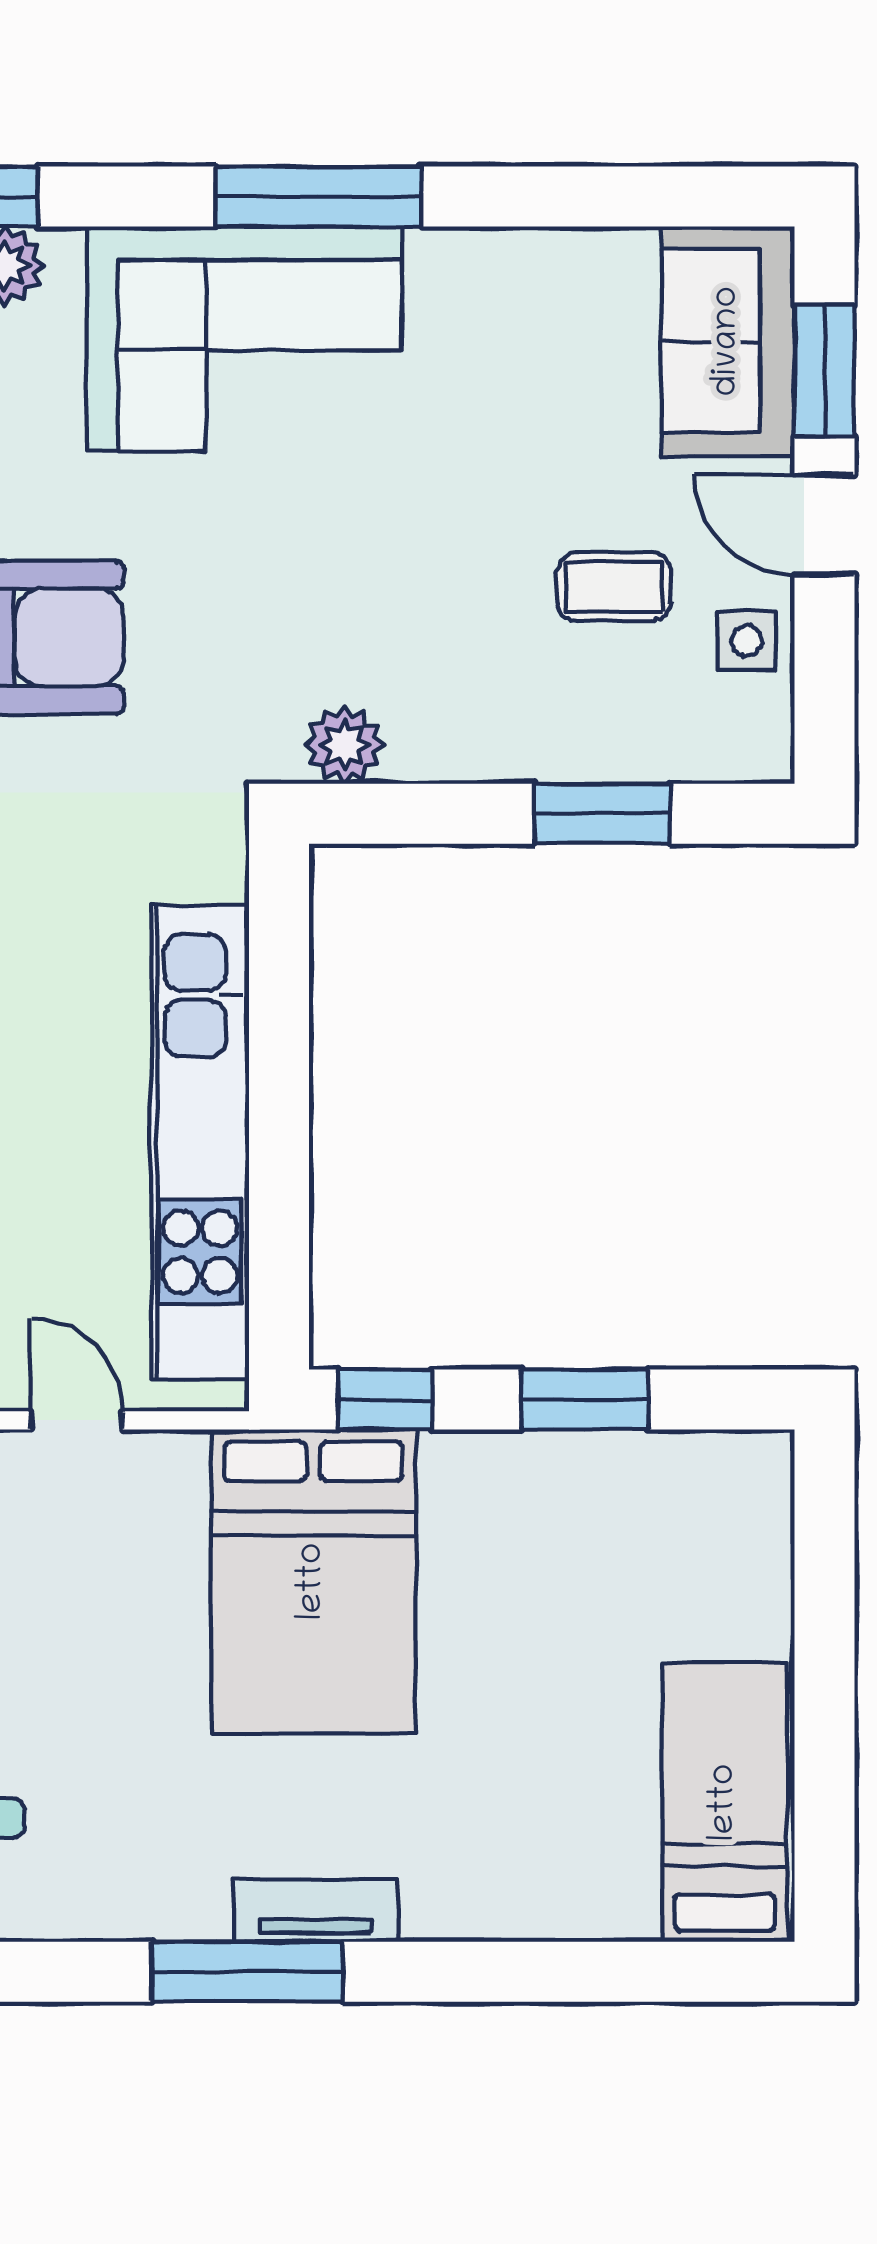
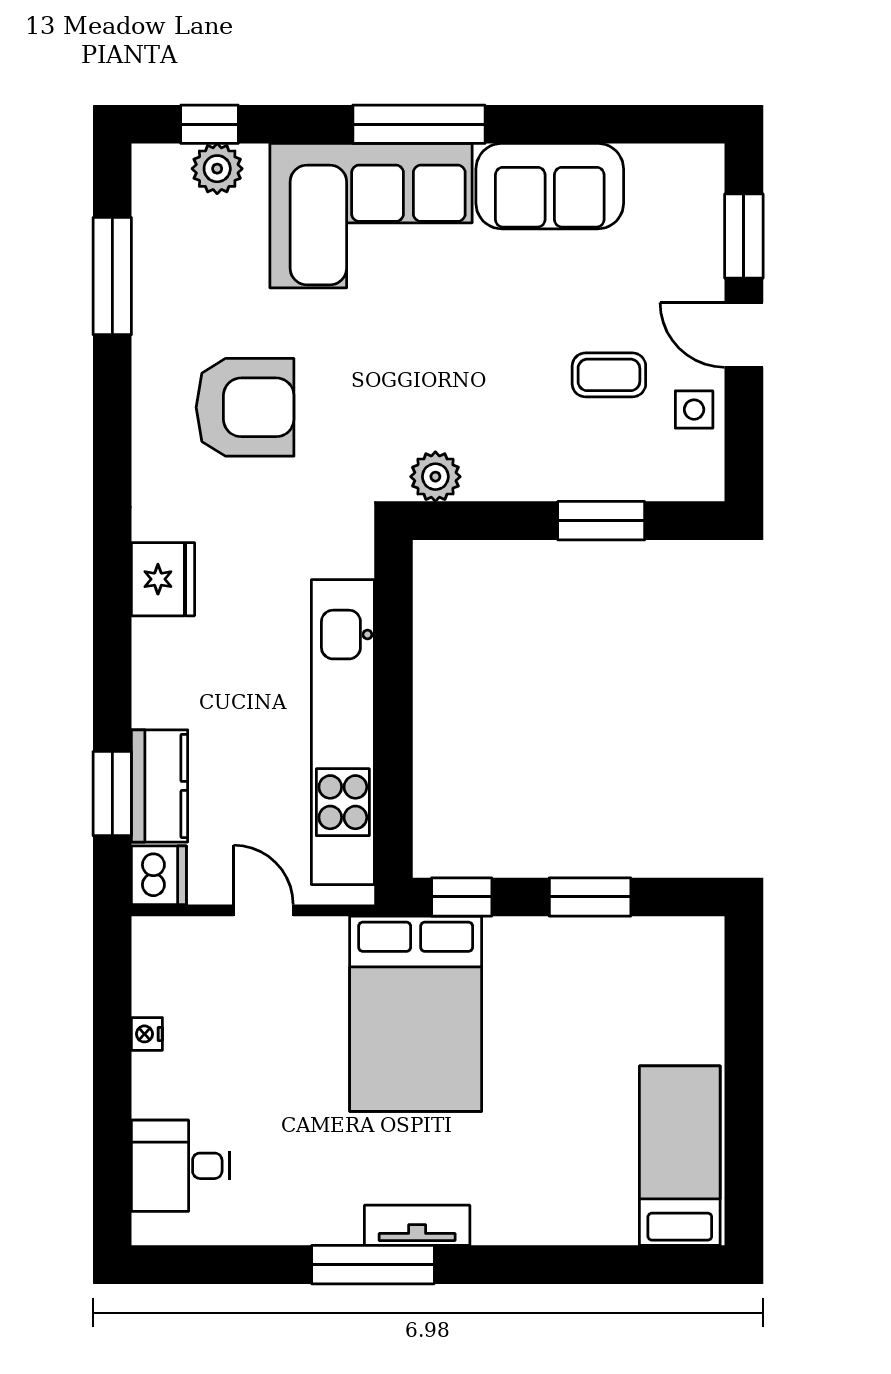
sofa: (728, 341) -> (550, 186), moved, turned -90

